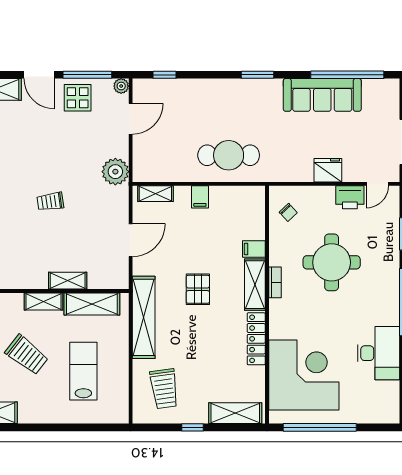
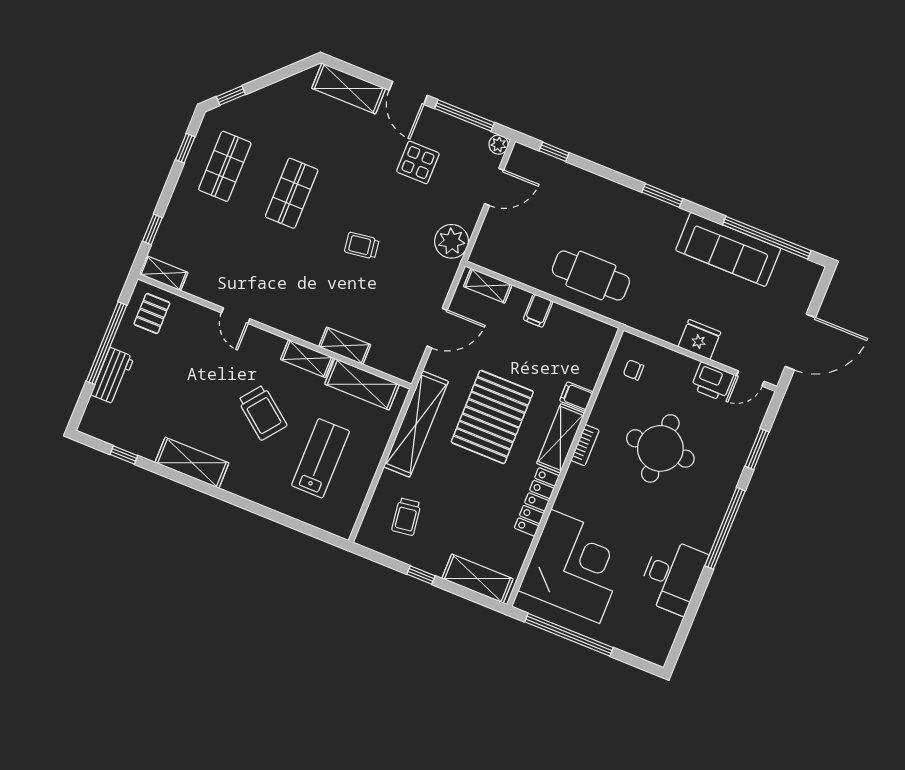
display table: (78, 98) -> (418, 162), moved
chair: (288, 212) -> (633, 370), turned 133
pallet: (198, 289) -> (492, 417), width x2.05, depth x2.00
trolley: (164, 389) -> (406, 517), width x0.73, depth x0.72

